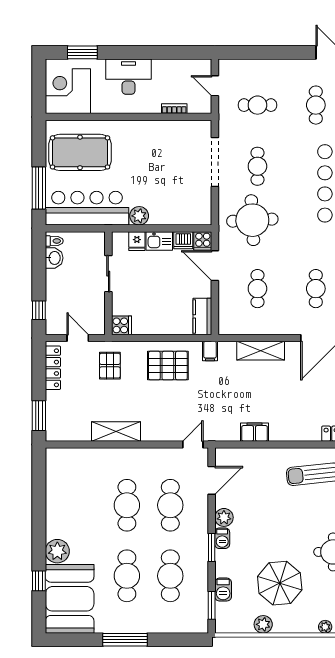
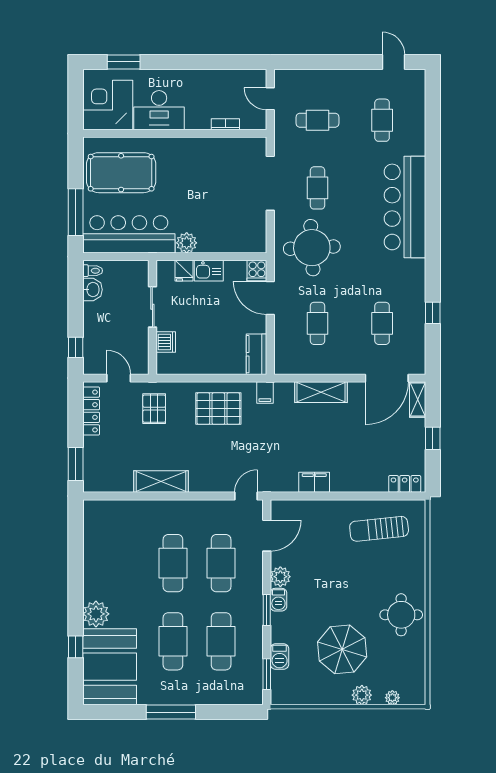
desk: (129, 77) -> (159, 110), moved, turned 180
dishwasher: (183, 240) -> (166, 342), moved, turned -90
cooker: (121, 325) -> (167, 364), removed
plant: (263, 624) -> (362, 695), moved

